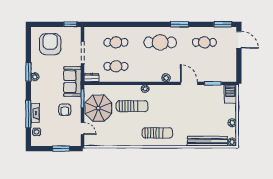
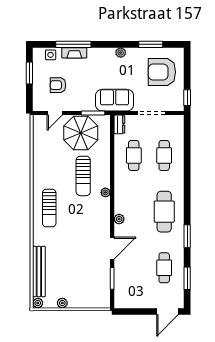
window: (223, 24) -> (187, 278), moved
armchair: (50, 44) -> (162, 72), turned 180
window: (28, 72) -> (151, 44), moved
barbecue: (230, 94) -> (98, 301), removed
armchair: (65, 110) -> (58, 85), moved
window: (61, 149) -> (29, 73), moved

